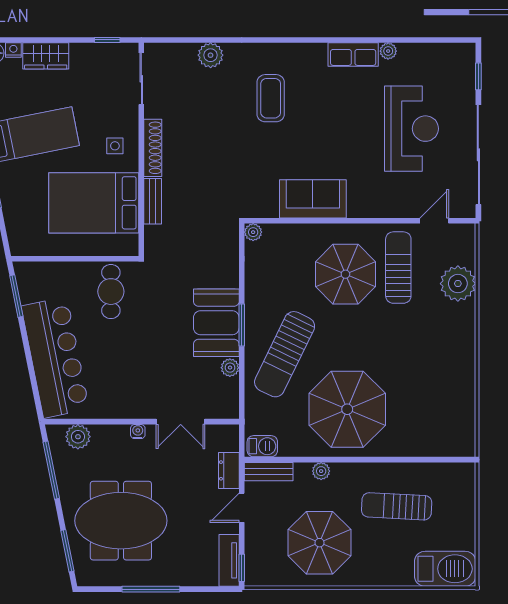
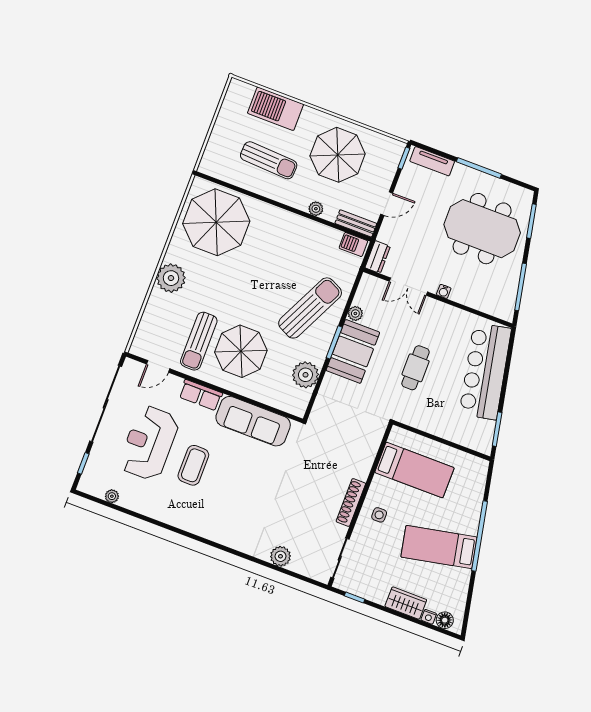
plant: (388, 51) -> (112, 496), moved
row of seats: (353, 55) -> (201, 395), moved, turned 180
coffee table: (271, 98) -> (193, 465), moved
sofa: (313, 199) -> (253, 421), width x1.36
bench: (153, 201) -> (366, 462), removed
bed: (94, 203) -> (414, 470), width x0.67
plant: (253, 232) -> (305, 375), moved, width x1.88, depth x1.88
plant: (458, 284) -> (171, 278), moved
cafe table: (111, 292) -> (416, 368), moved
parasol: (347, 409) -> (216, 222), moved
double door: (181, 422) -> (408, 287), swing flipped
plant: (78, 437) -> (491, 305), removed
dresser: (229, 470) -> (378, 257), moved
tv unit: (229, 560) -> (432, 161), moved, turned 90
barbecue: (445, 569) -> (276, 109), moved

